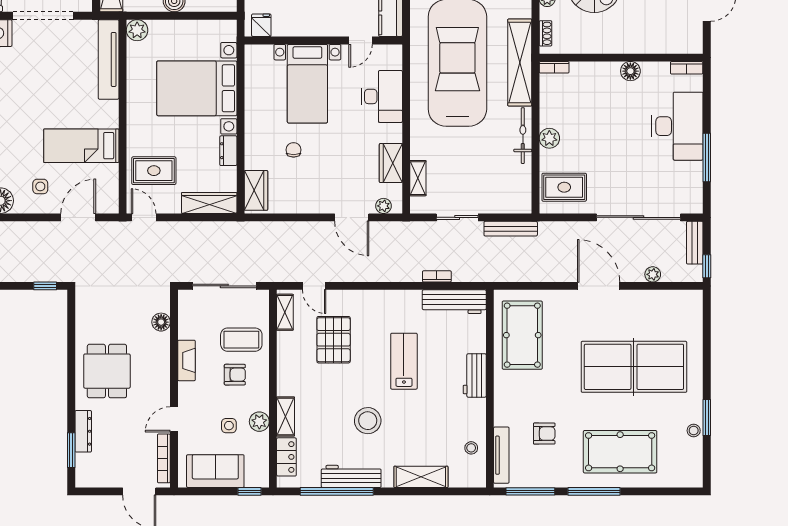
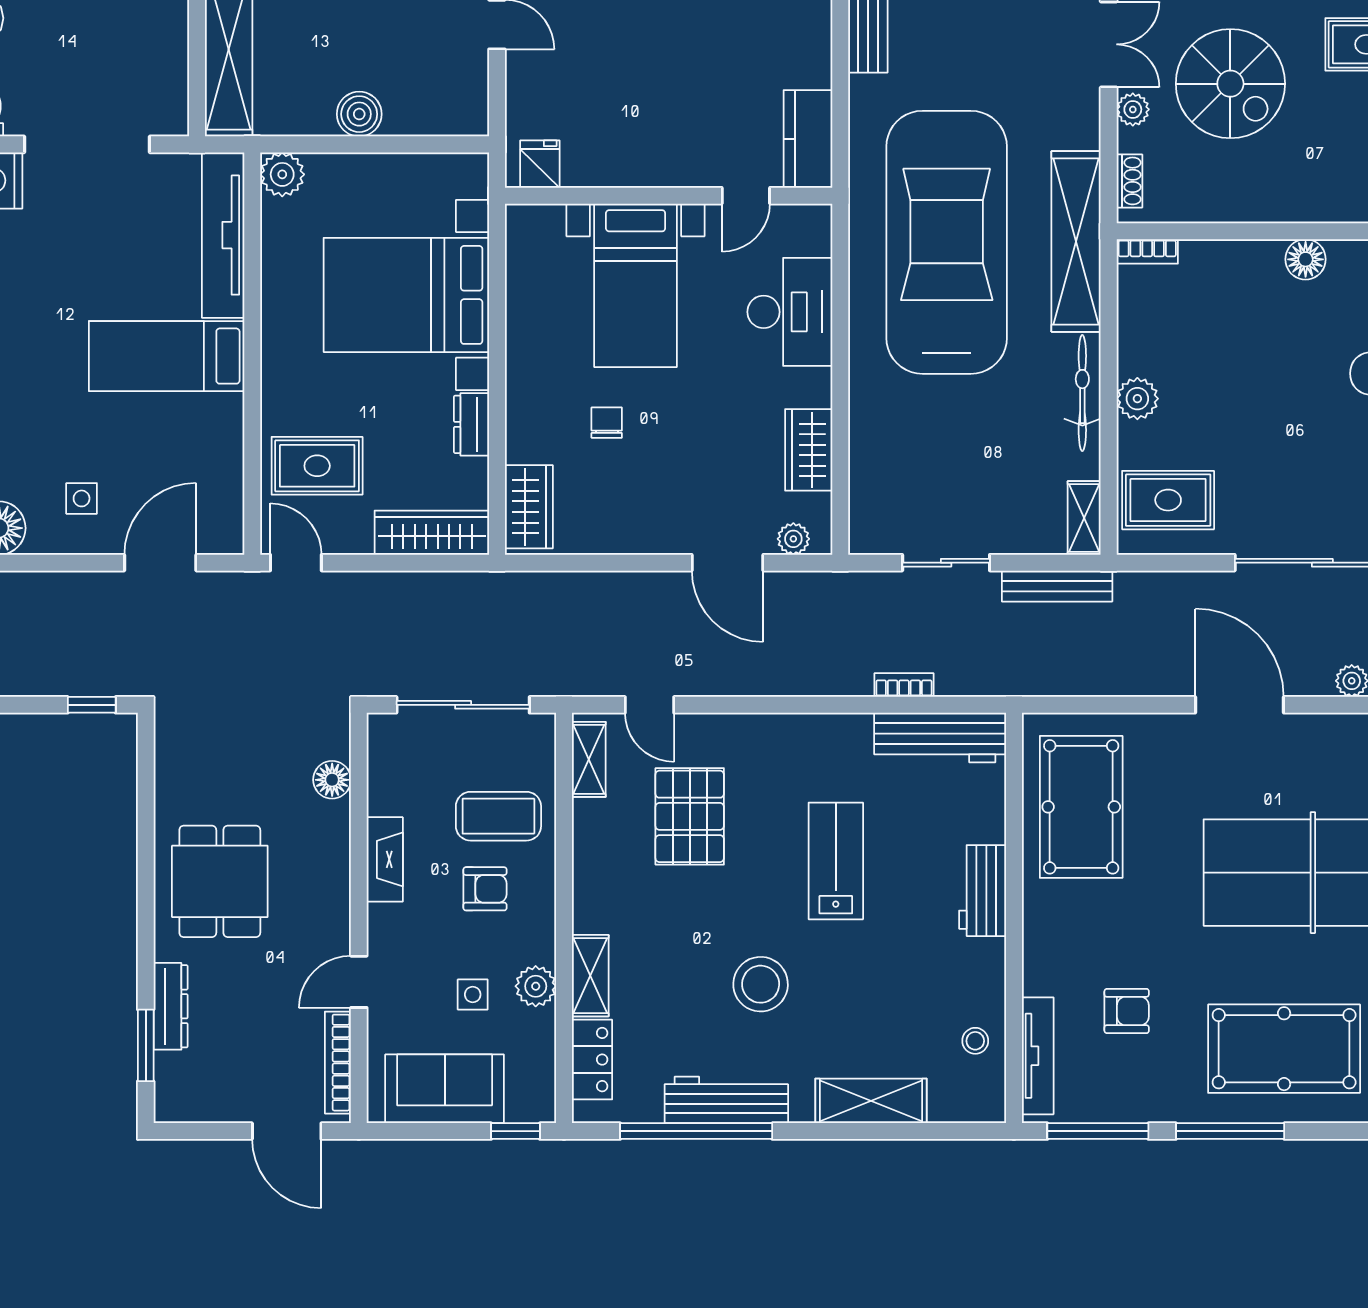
bed: (81, 146) -> (167, 356), moved
shelving: (418, 178) -> (1084, 518), moved

